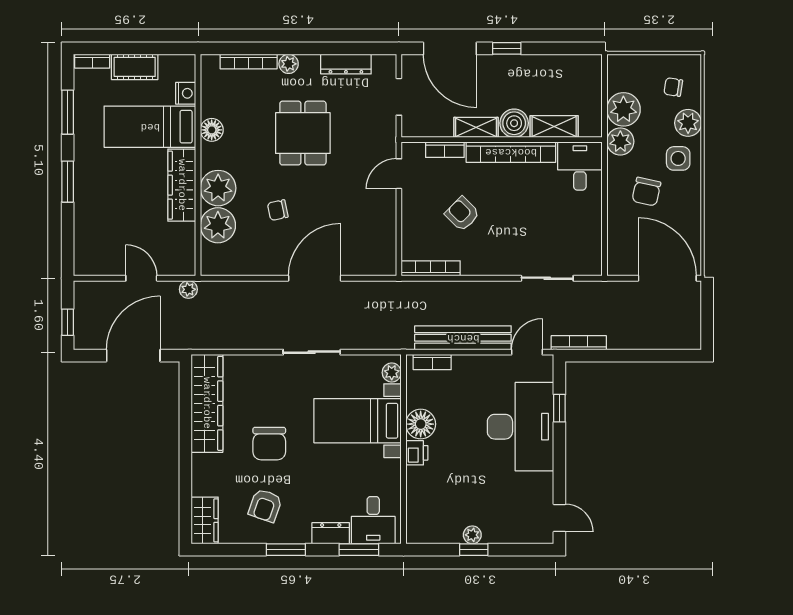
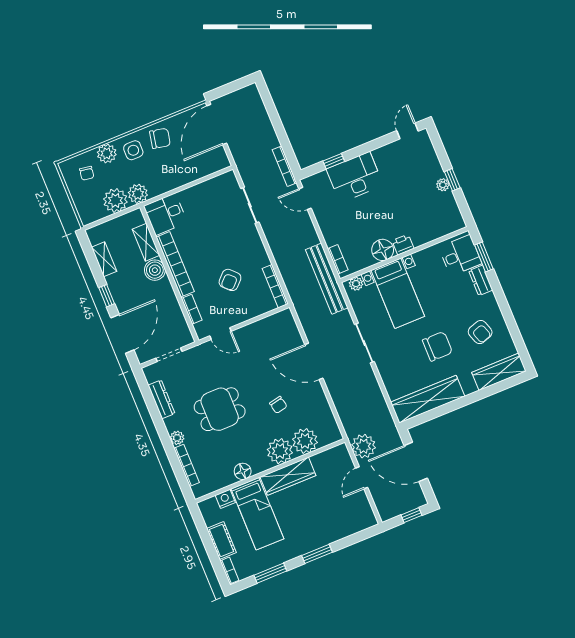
shelving: (476, 127) -> (104, 259), moved
chair: (646, 192) -> (160, 138), moved
plant: (188, 289) -> (364, 446), width x1.88, depth x1.88
bench: (463, 338) -> (327, 279), moved
desk: (520, 427) -> (355, 177), width x0.73, depth x0.77
armchair: (265, 506) -> (480, 332), turned 52
wardrobe: (205, 520) -> (499, 372), width x1.50
window: (286, 550) -> (504, 306), removed

